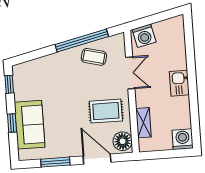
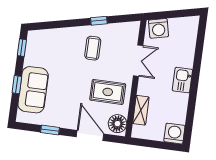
window: (82, 41) -> (99, 21), width x0.32
coffee table: (94, 57) -> (93, 48), moved, turned 76
window: (55, 162) -> (50, 130), width x0.67

